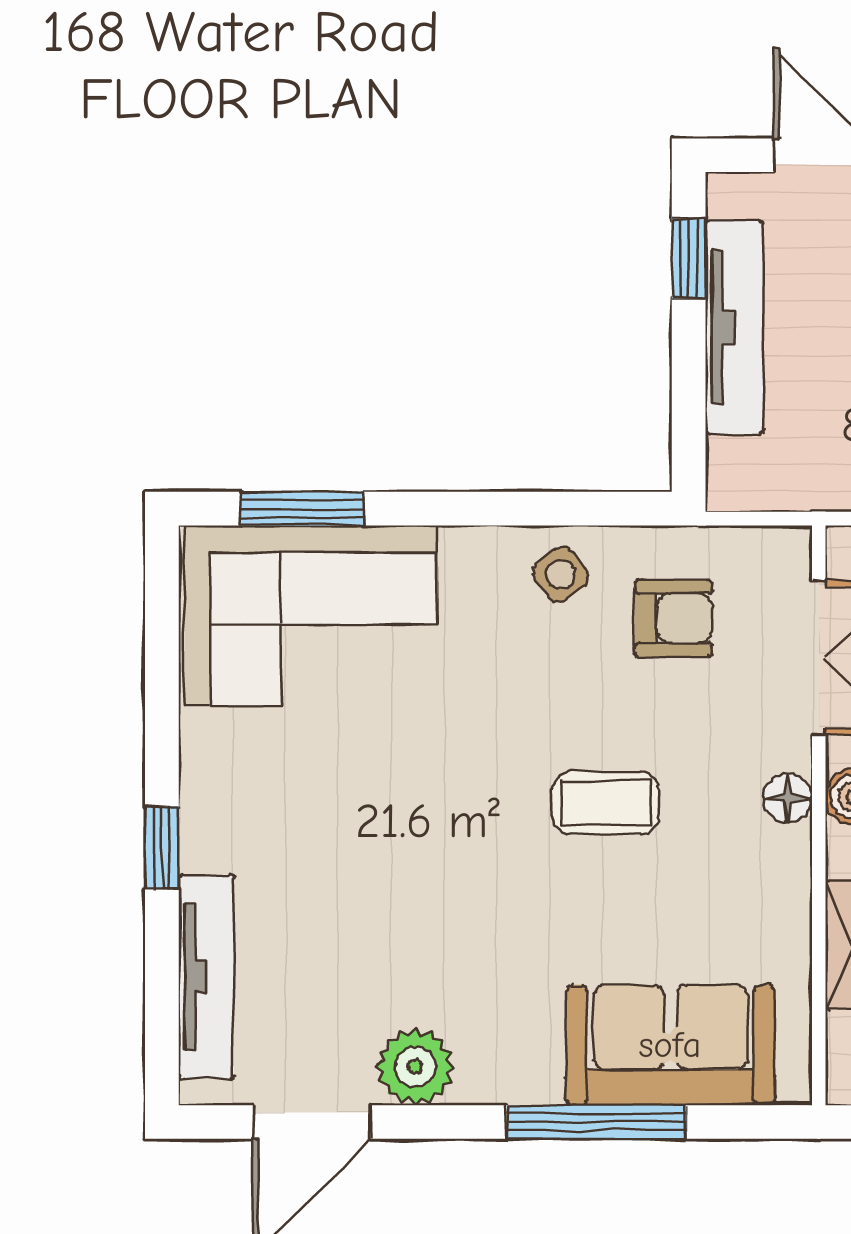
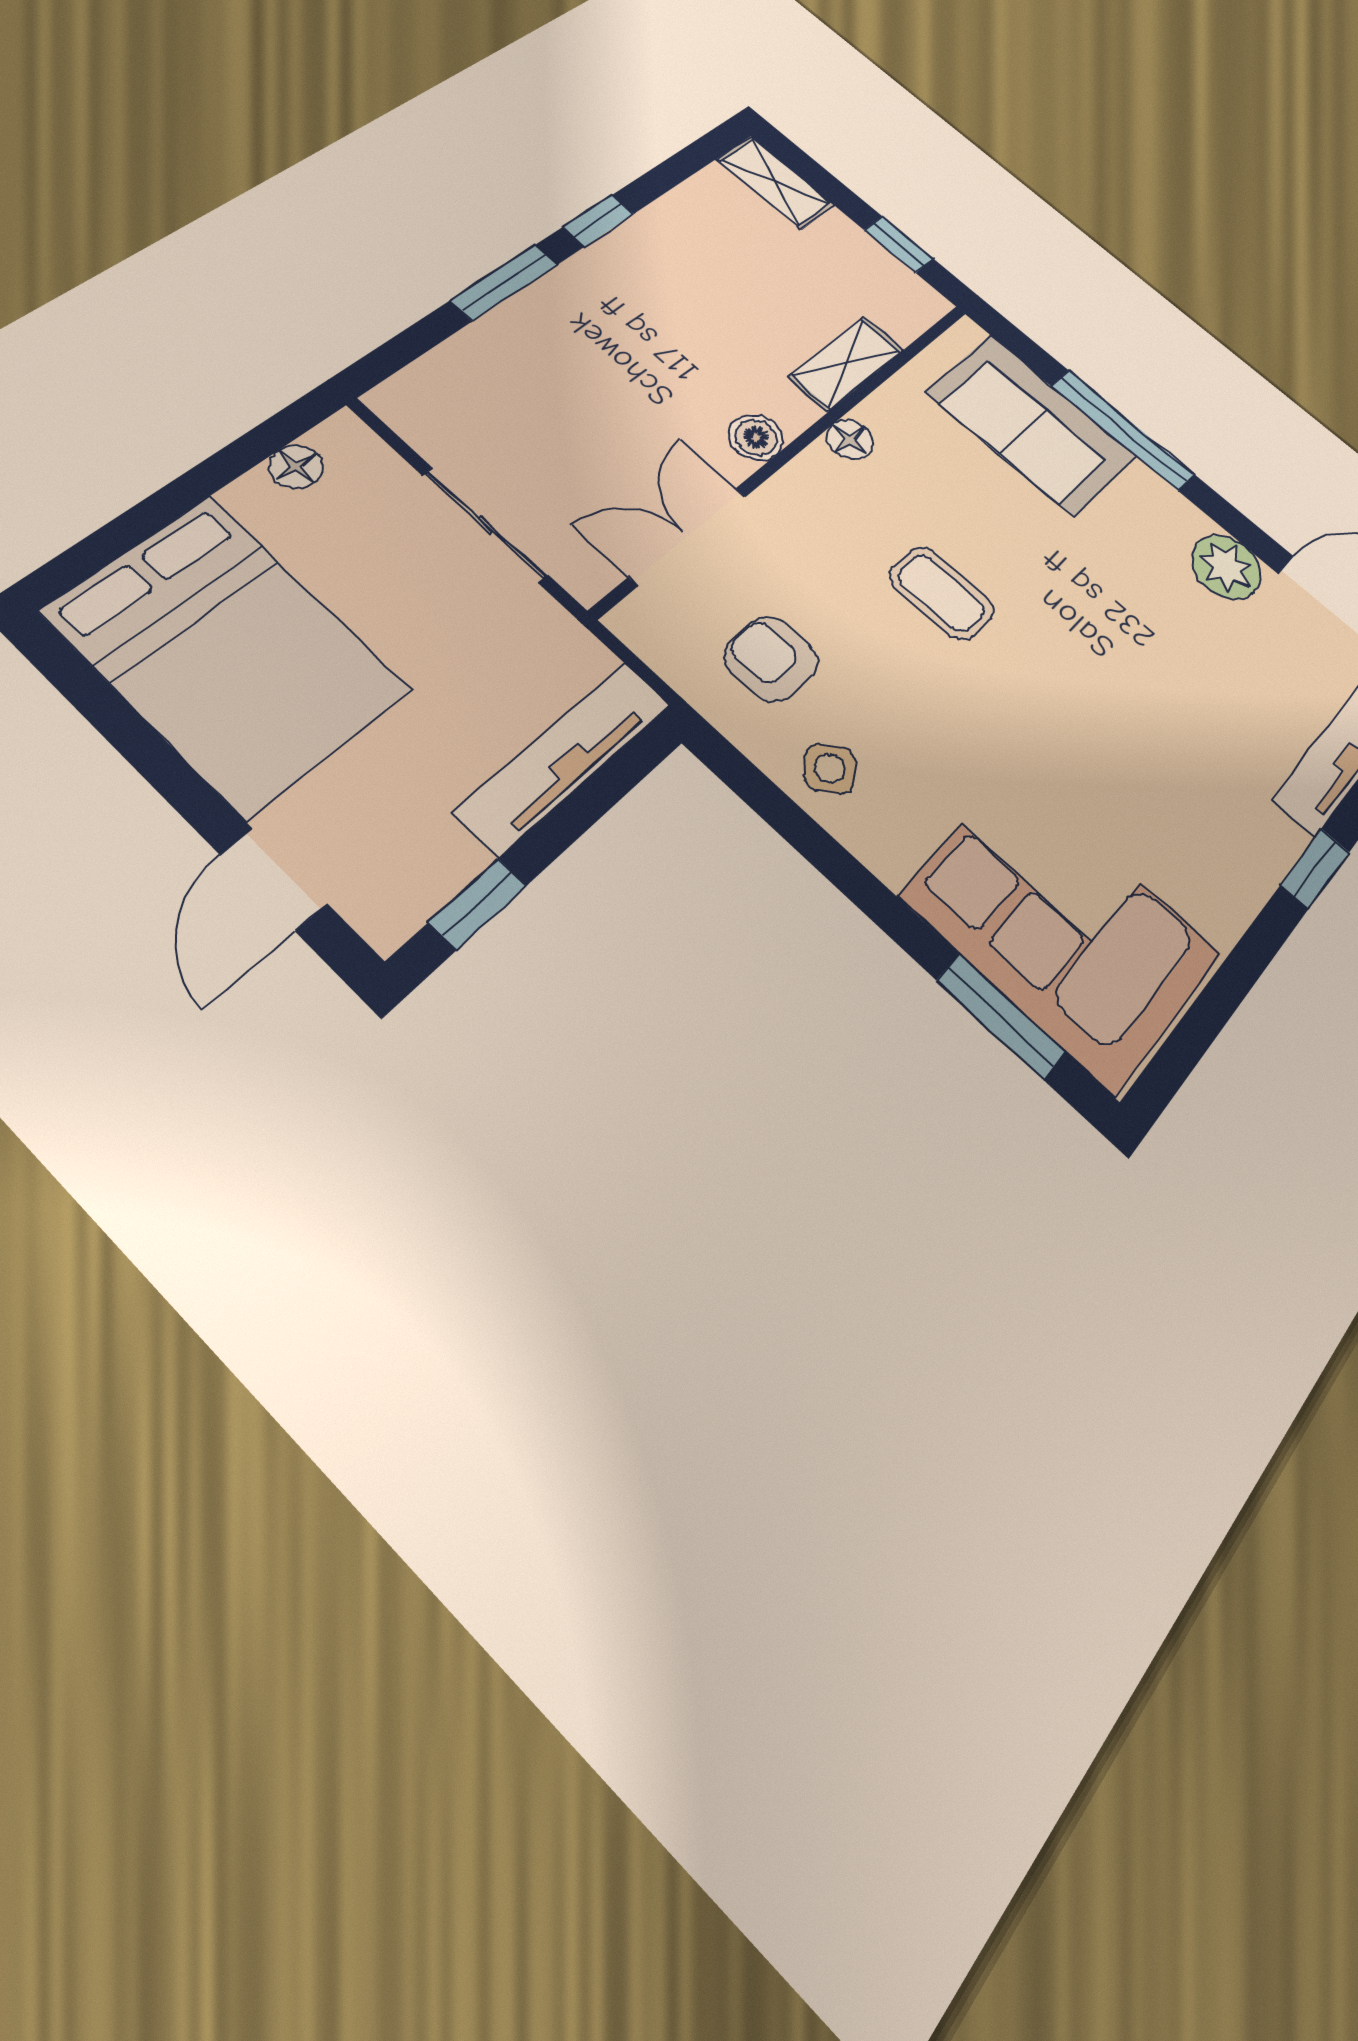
tv unit: (734, 327) -> (565, 757), moved
floor lamp: (788, 798) -> (850, 439), moved

